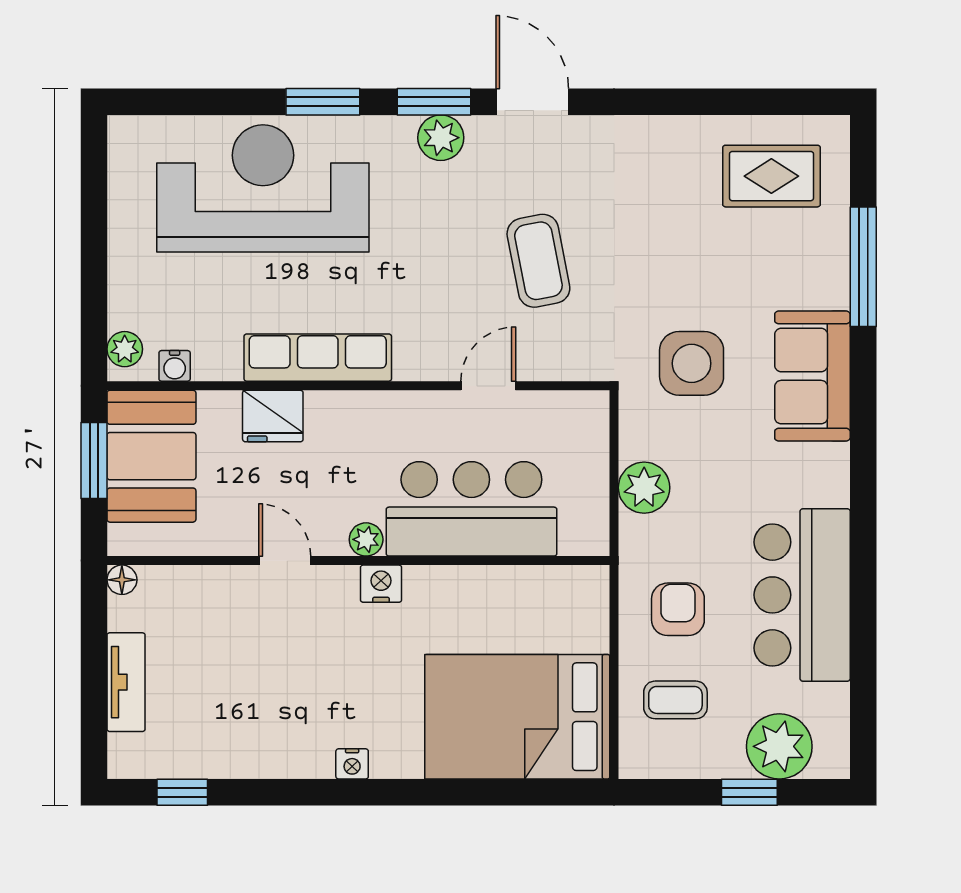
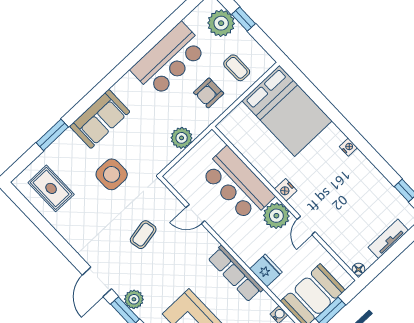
coffee table: (538, 261) -> (143, 235), width x0.73, depth x0.77
window: (863, 267) -> (52, 135), width x0.69
side table: (692, 363) -> (112, 174), moved
plant: (366, 539) -> (276, 216), width x1.88, depth x1.88

